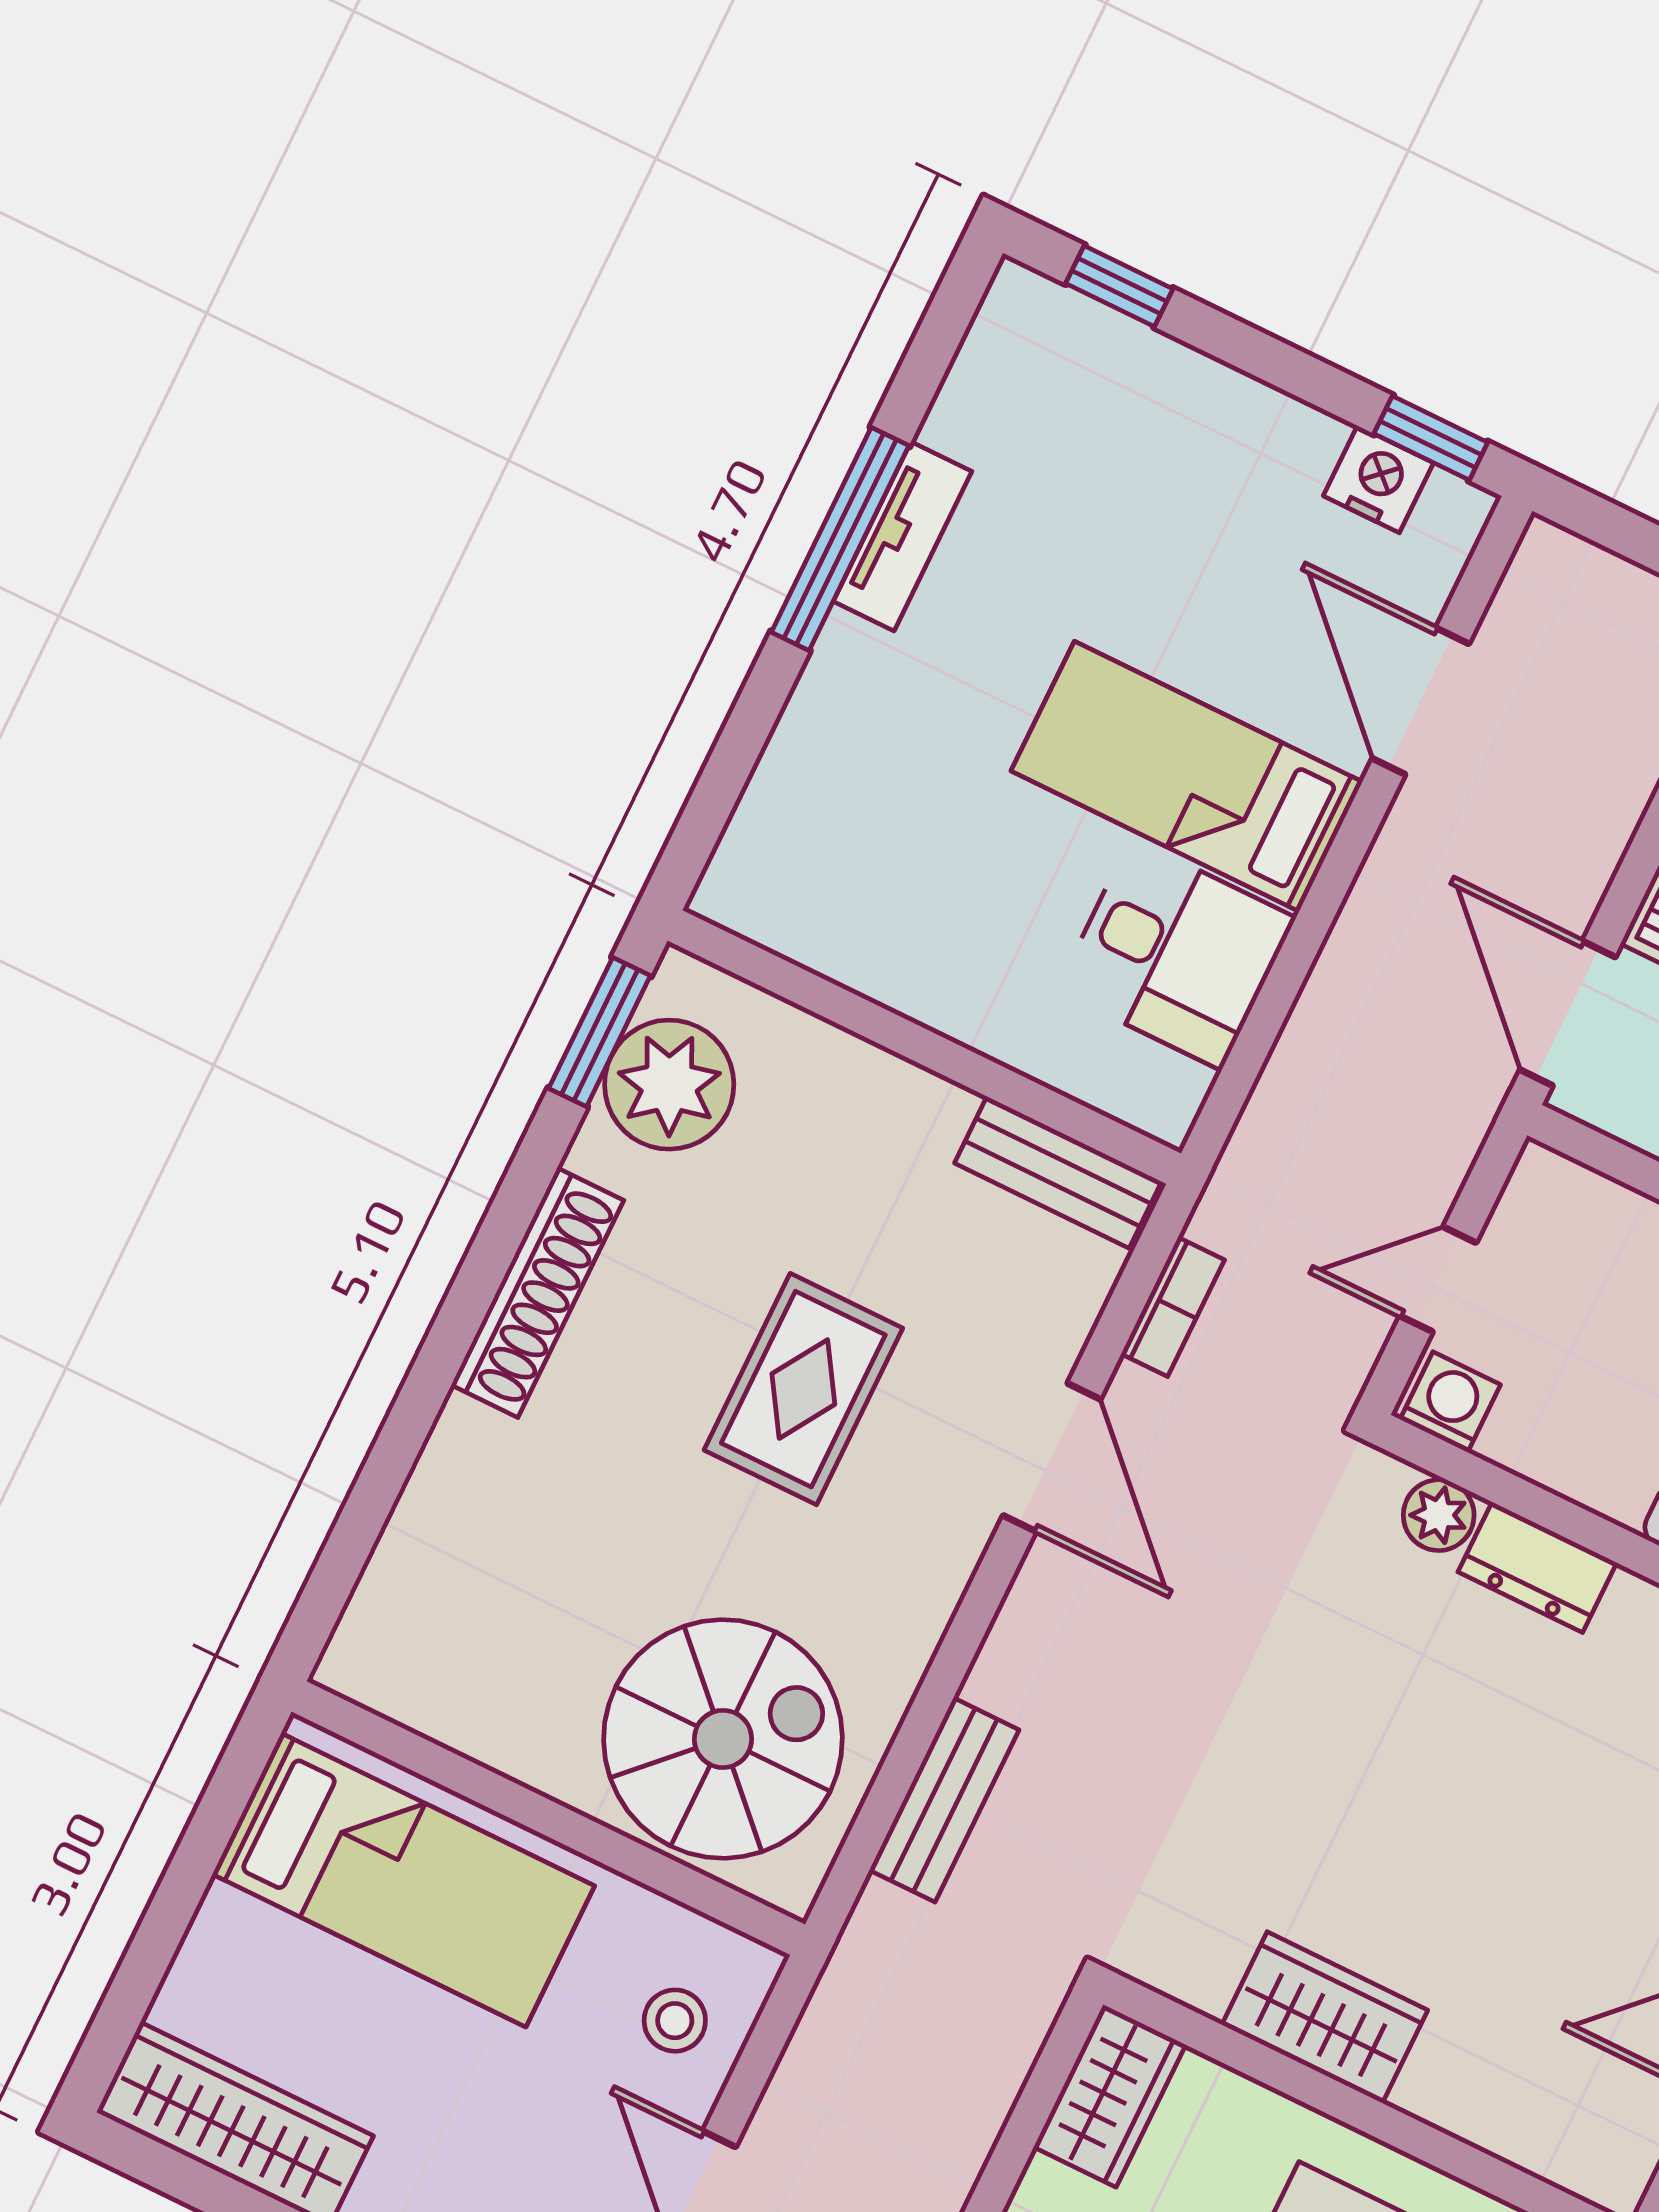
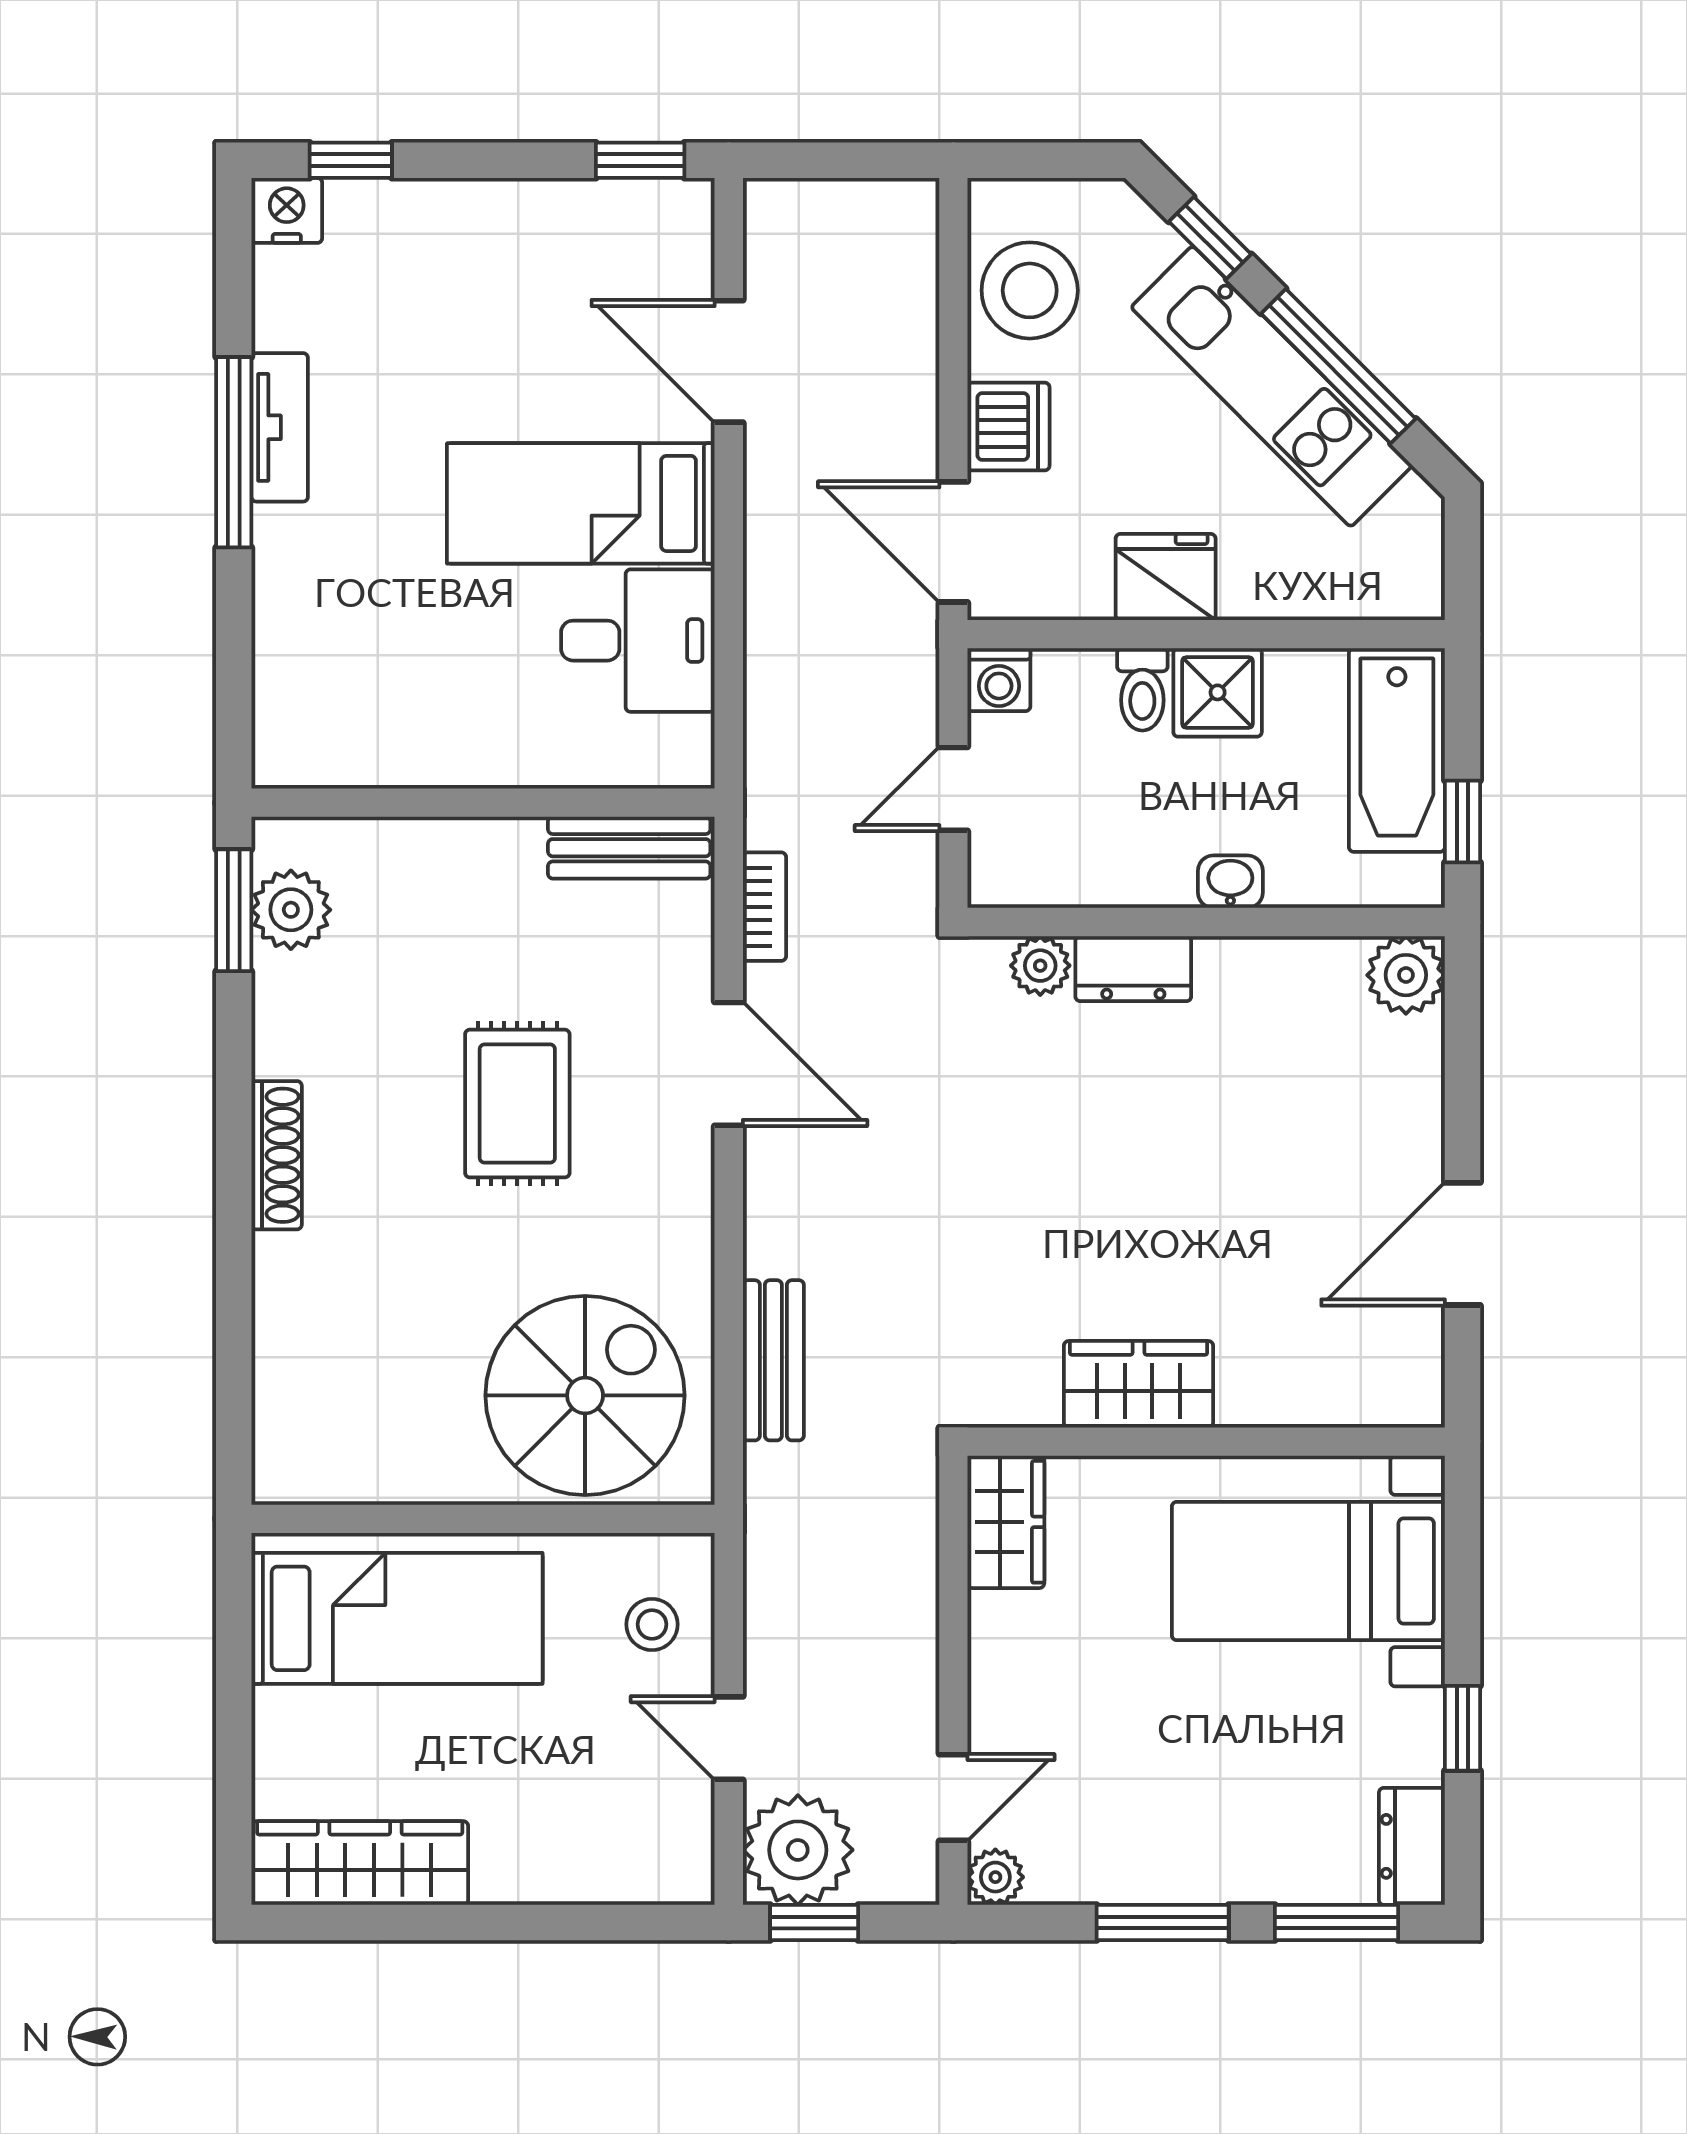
nightstand: (1378, 479) -> (287, 210), moved
plant: (669, 1085) -> (291, 910), width x0.73, depth x0.73
shoe rack: (537, 1293) -> (277, 1155), width x0.74, depth x0.81
washing machine: (1450, 1402) -> (999, 680), moved, turned 180

